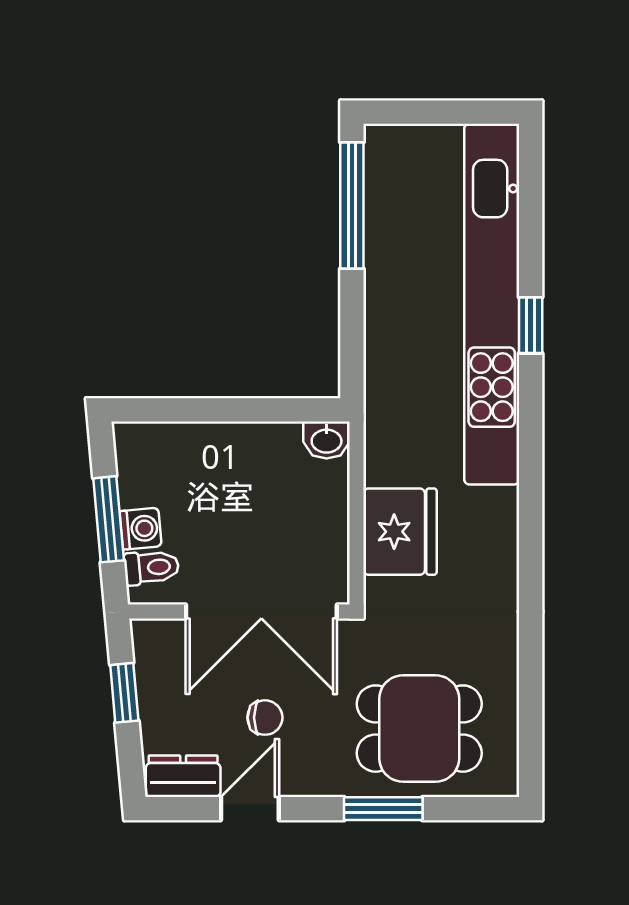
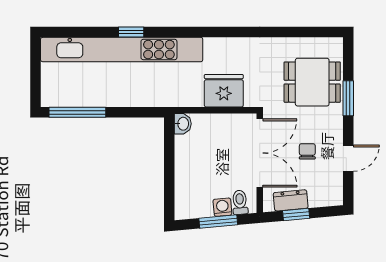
dining table: (419, 729) -> (312, 82), turned 90
dresser: (183, 776) -> (291, 200), moved, turned 85
door: (250, 809) -> (348, 158), swing flipped

